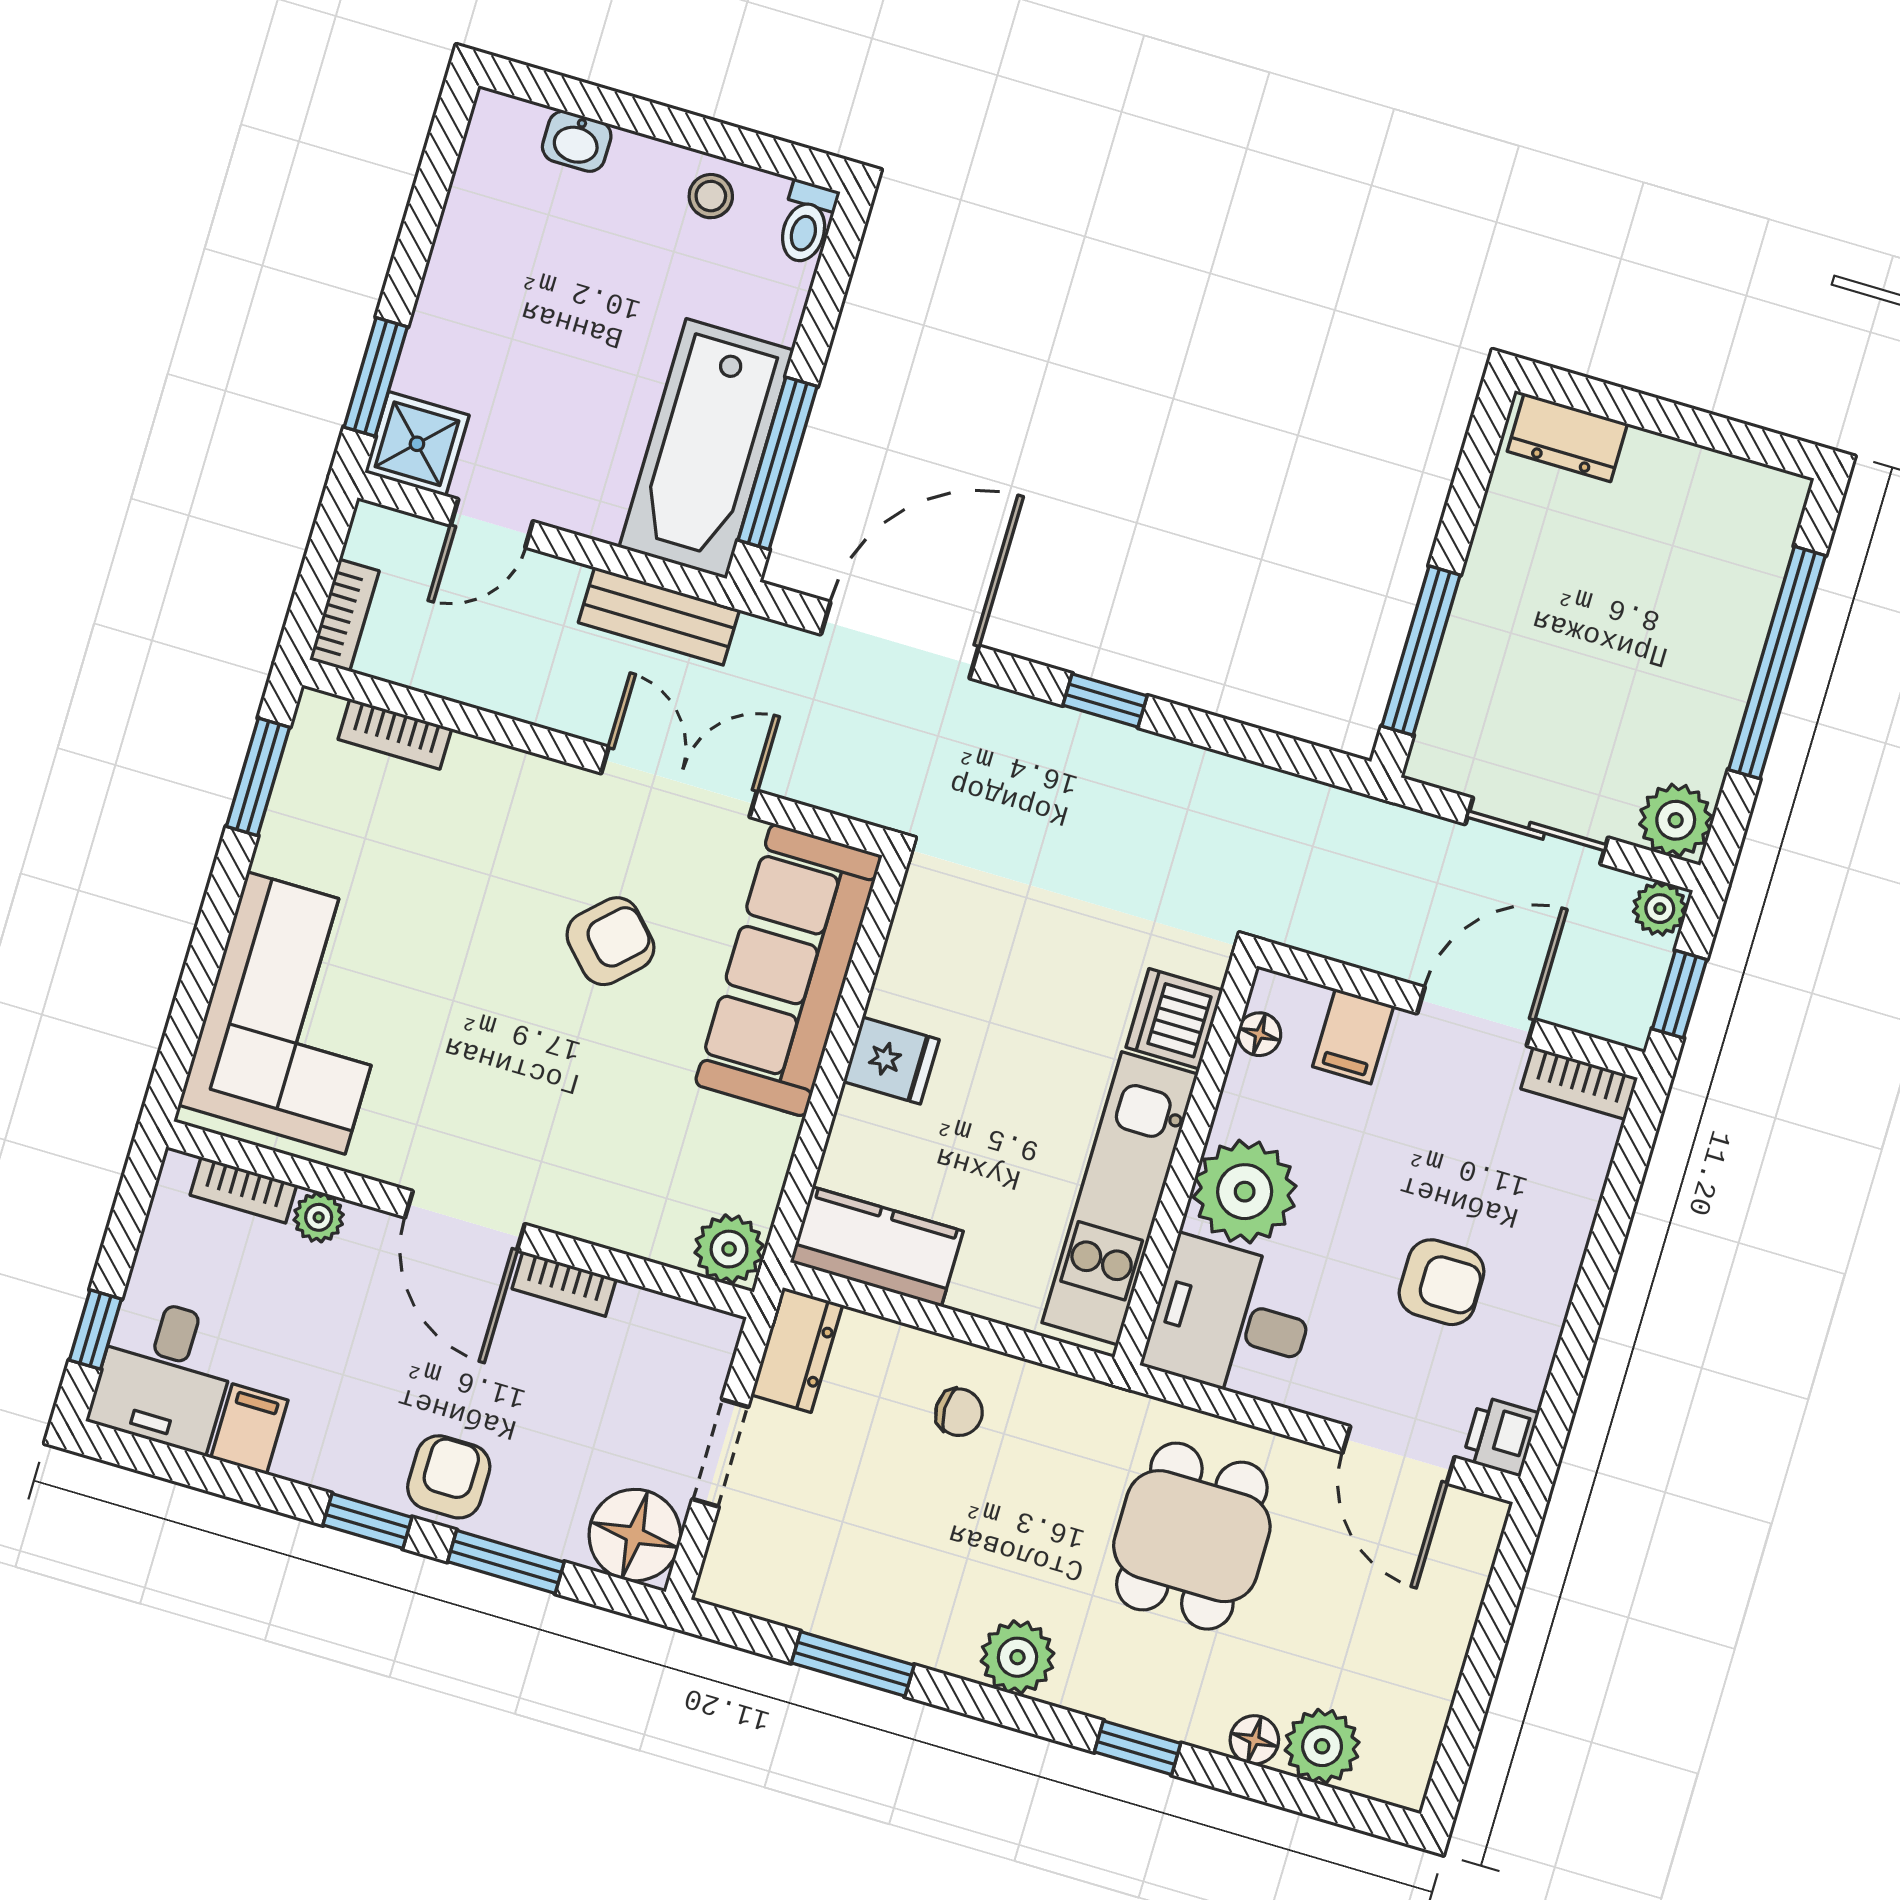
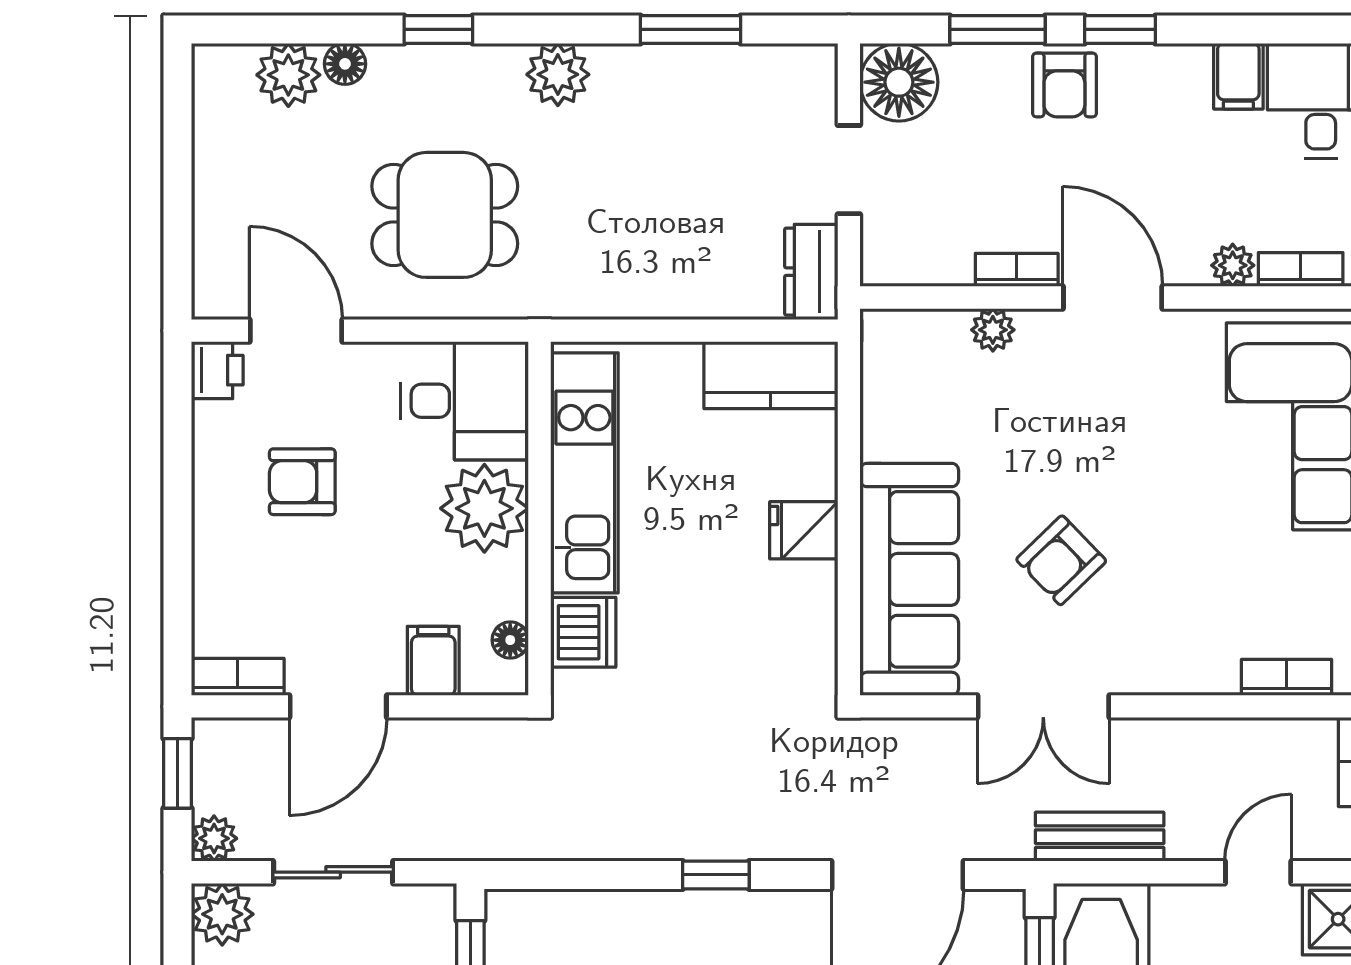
plant: (729, 1249) -> (993, 330), moved, width x0.73, depth x0.73
chair: (959, 1412) -> (664, 260), removed
dining table: (1192, 1536) -> (445, 215), turned 90

